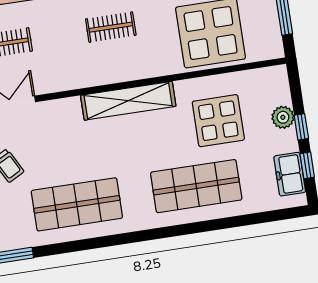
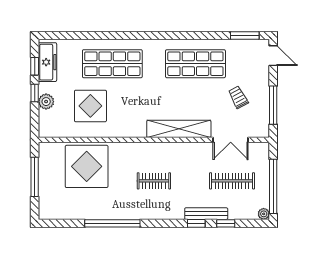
shelving: (128, 101) -> (179, 129), moved
freezer: (290, 174) -> (47, 62), width x1.40

